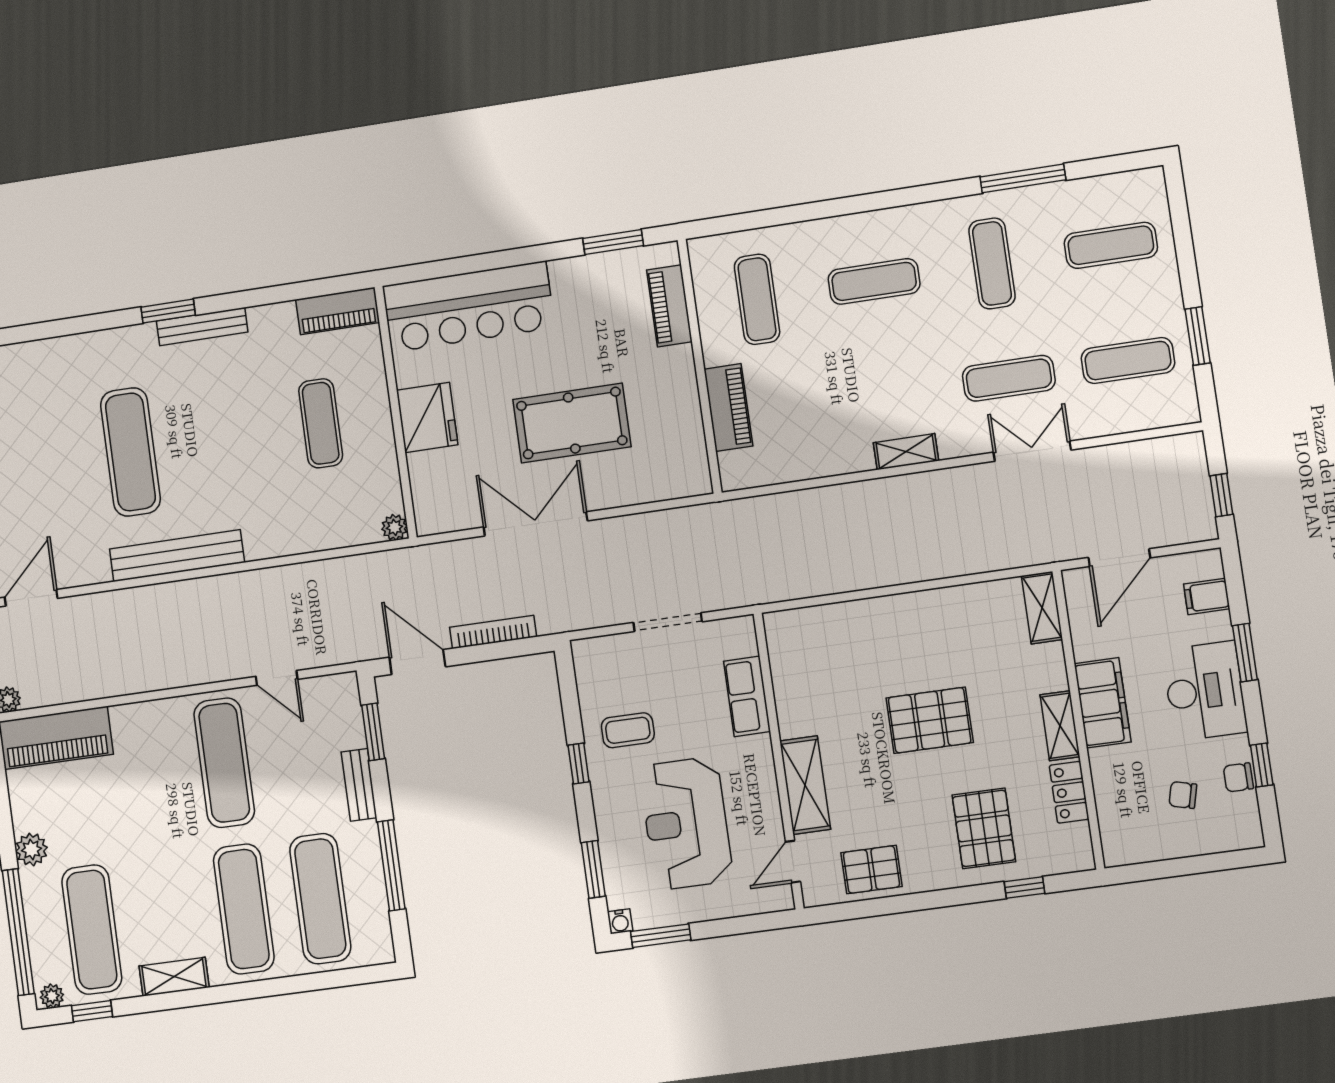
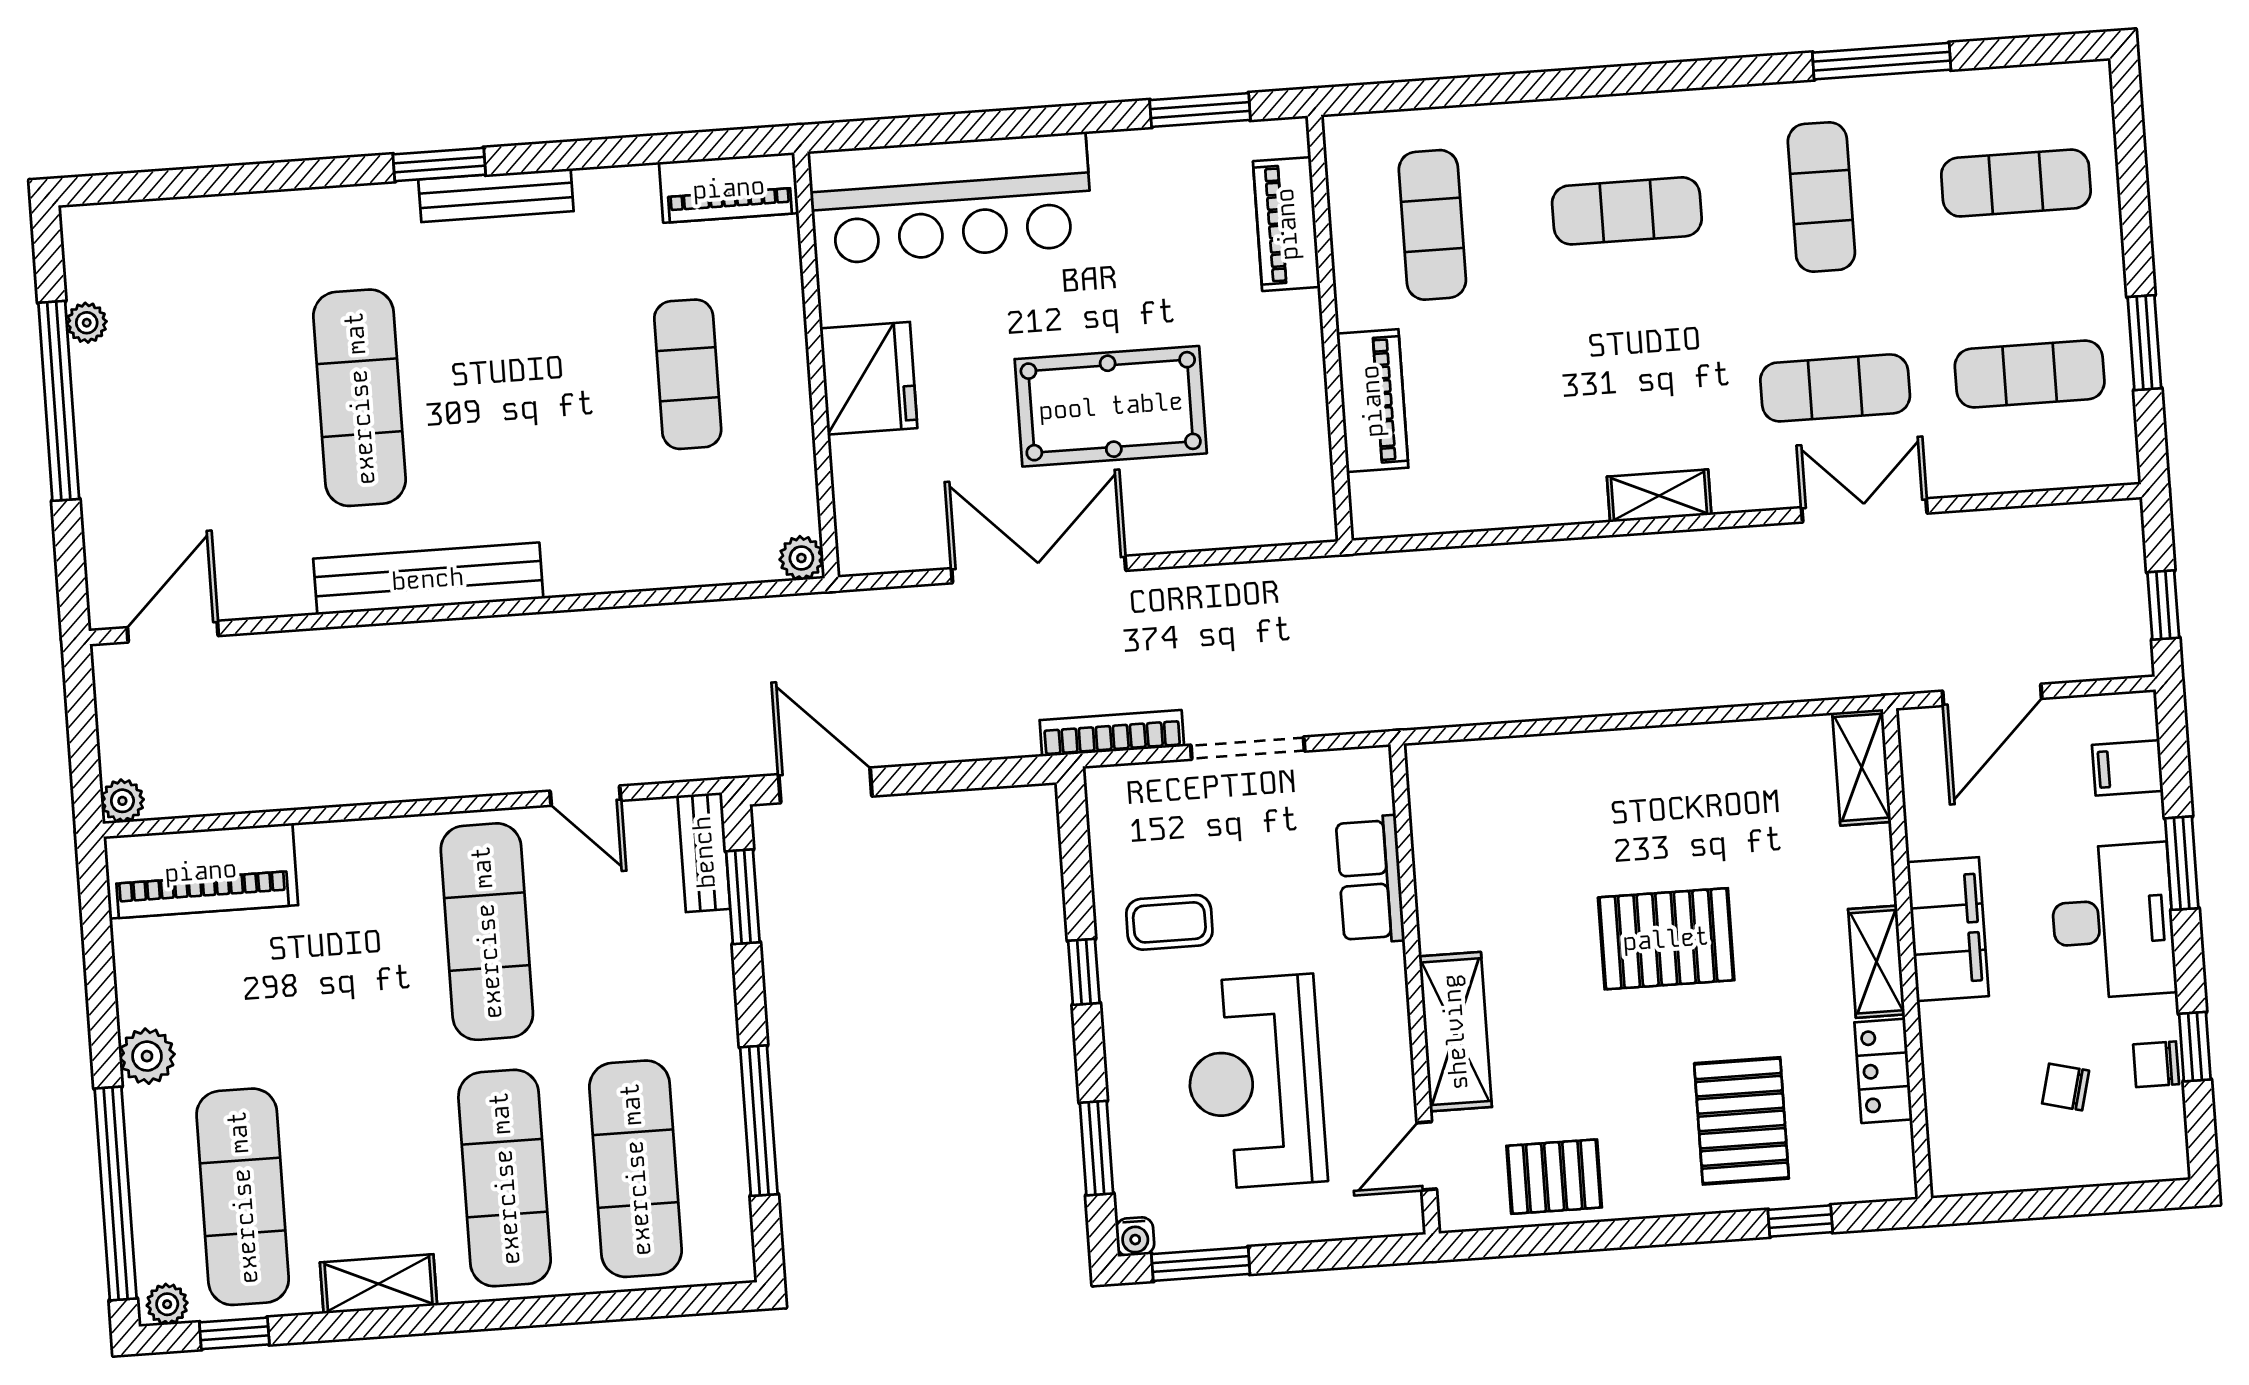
bookcase: (493, 632) -> (1112, 733), moved
bench: (359, 785) -> (704, 852), moved

